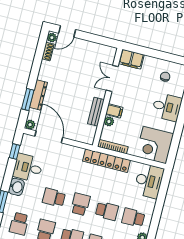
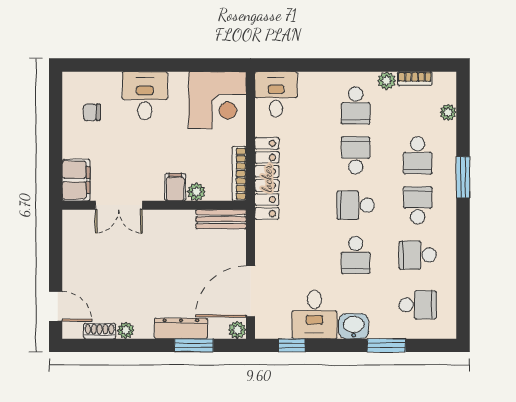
plant: (52, 38) -> (126, 330), moved
bench: (96, 112) -> (221, 219), moved
desk: (149, 181) -> (276, 94), width x0.73

